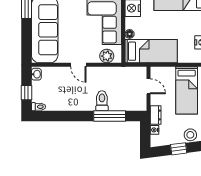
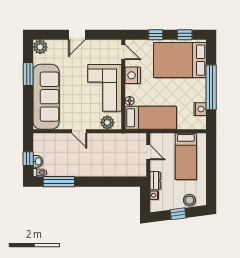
washbasin: (36, 74) -> (38, 161), moved
toilet: (102, 101) -> (102, 167), removed
window: (110, 116) -> (59, 182), moved

